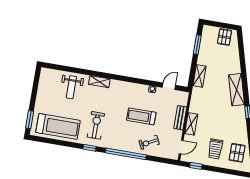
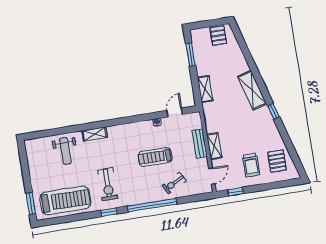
exercise bike: (96, 125) -> (108, 185), turned 180

